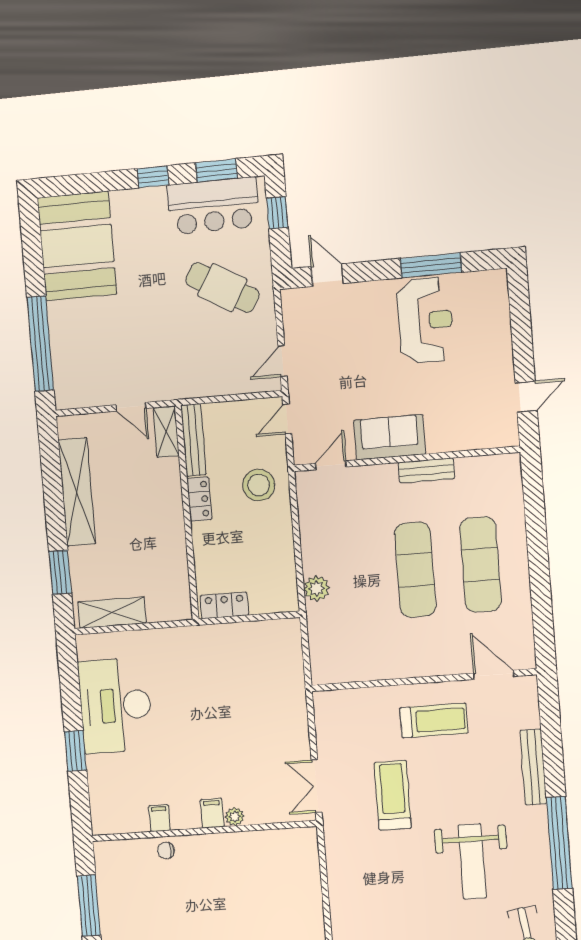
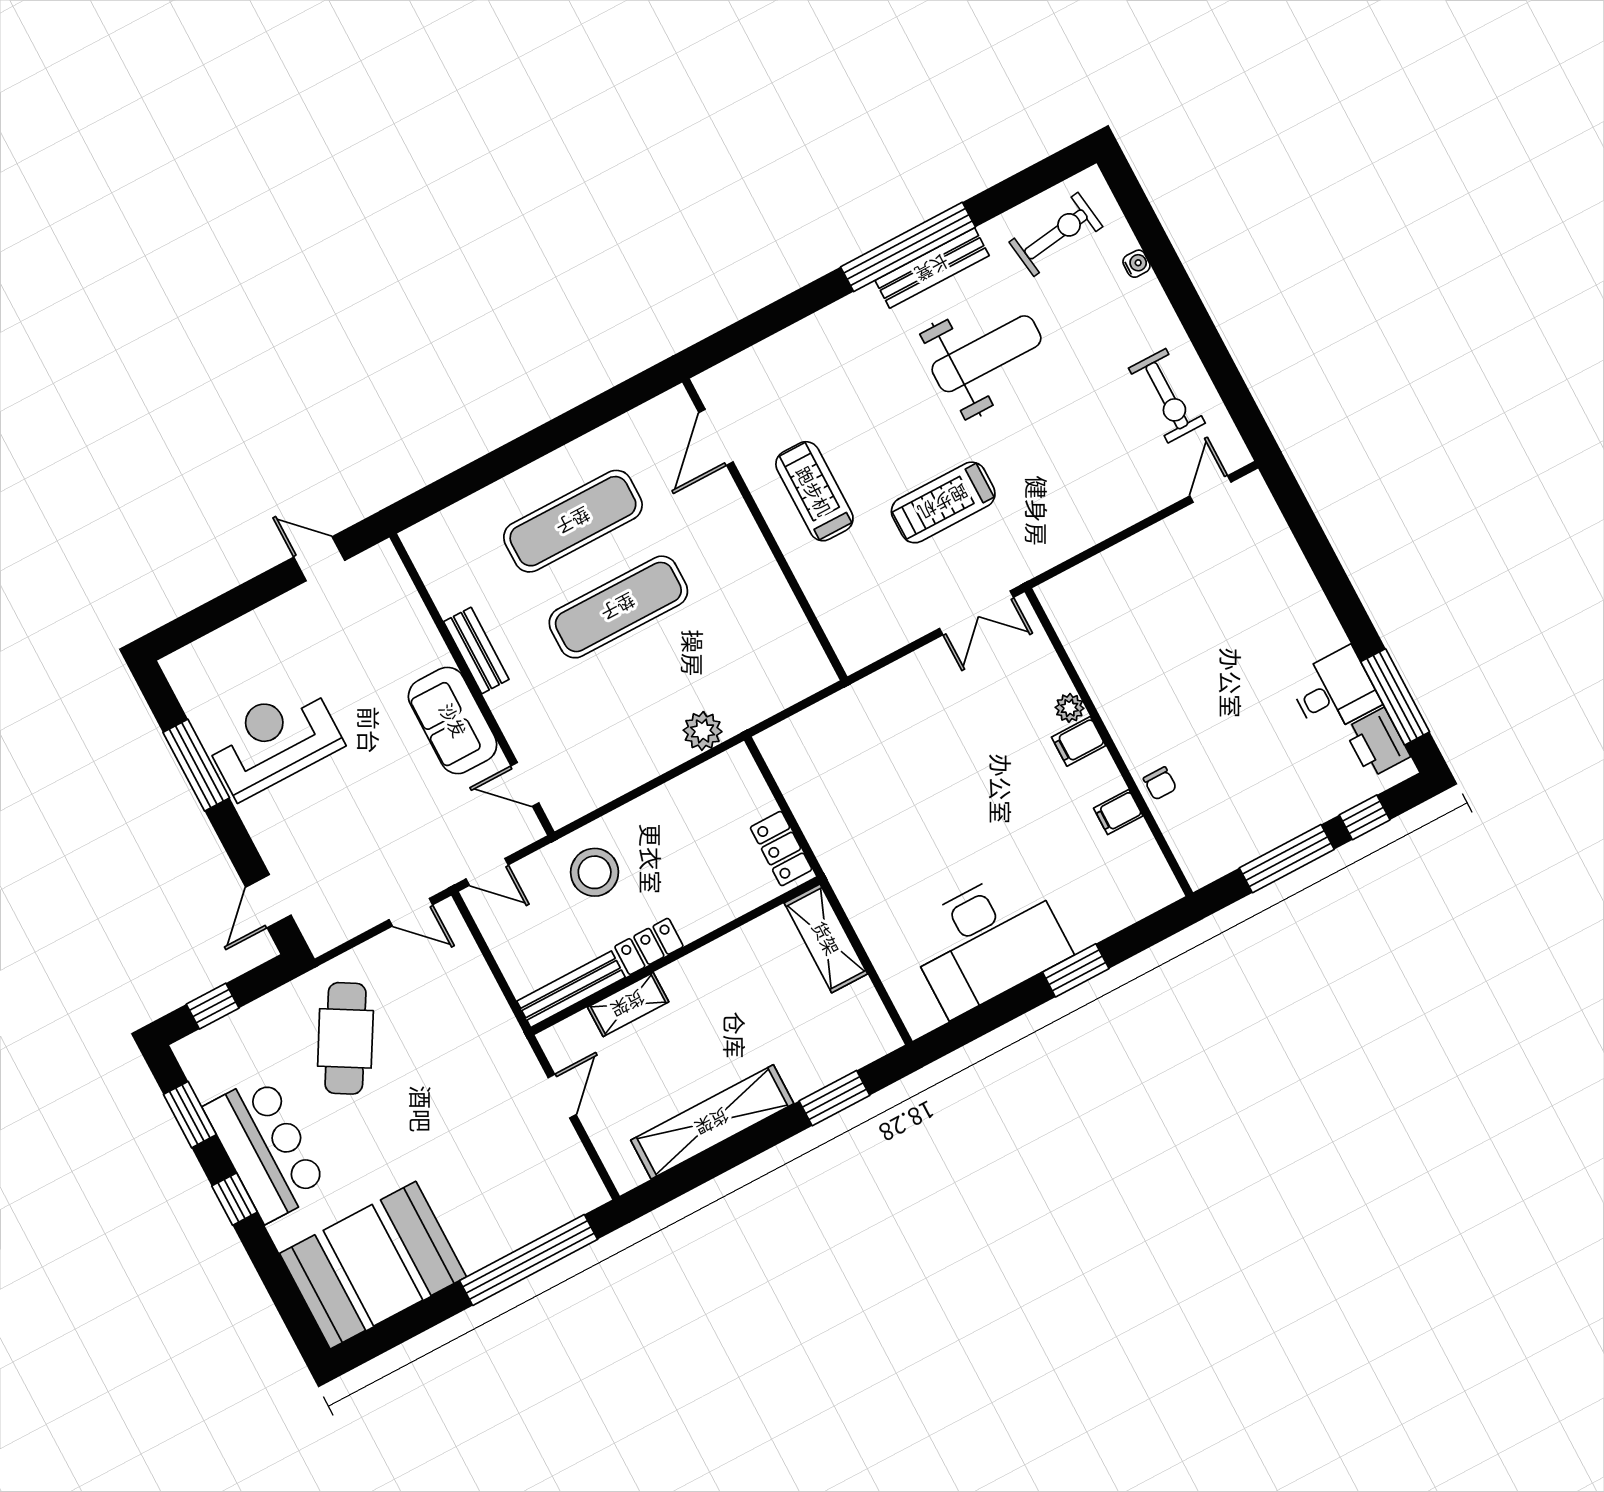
bar counter: (213, 206) -> (266, 1149), moved
shelving: (166, 432) -> (628, 1004), moved
shelving: (112, 613) -> (826, 938), moved
bench: (533, 767) -> (932, 268), moved

